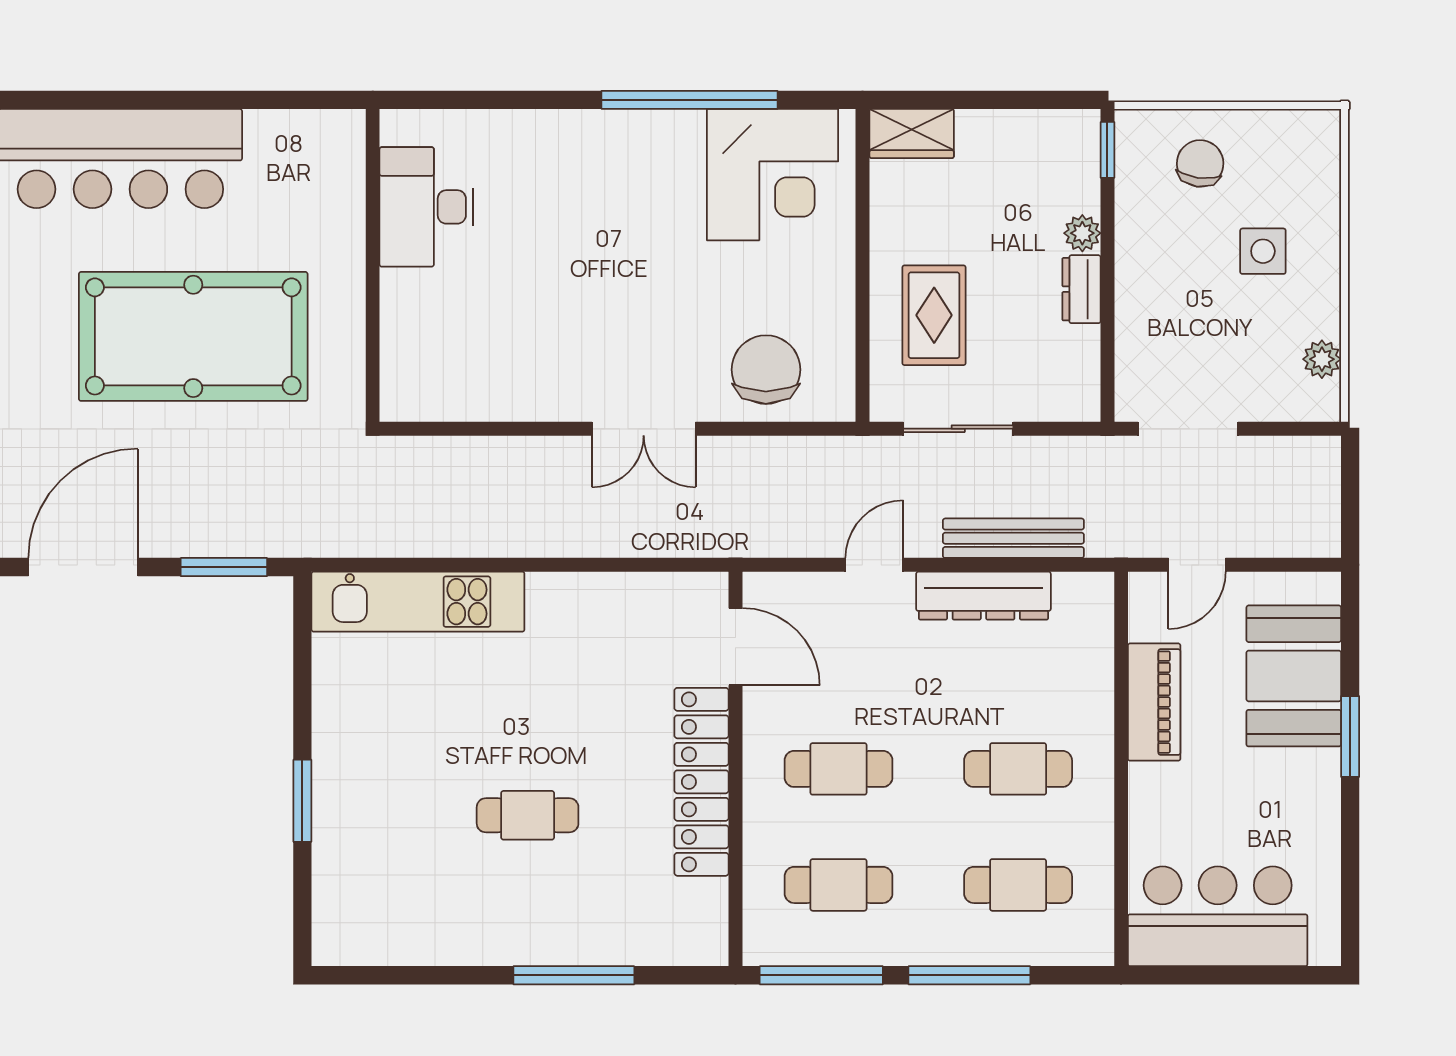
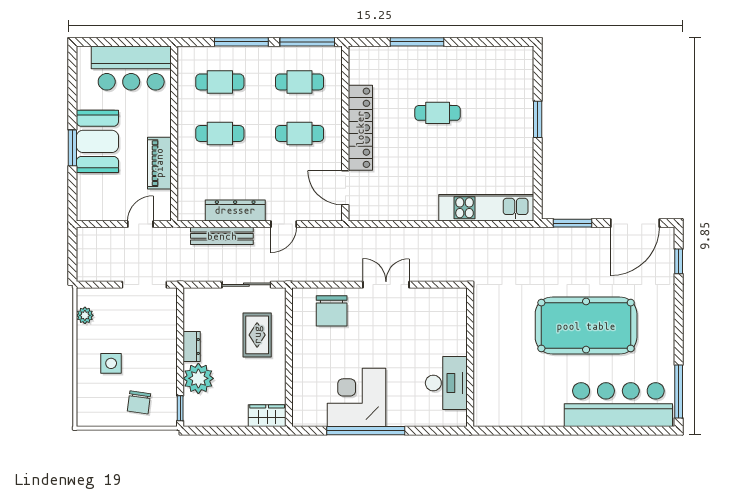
corner desk: (772, 175) -> (357, 397), moved
desk: (426, 207) -> (446, 383), moved
plant: (1082, 233) -> (198, 378), width x1.87, depth x1.87
wall: (373, 265) -> (470, 357), moved
booth: (1294, 676) -> (97, 141), moved

